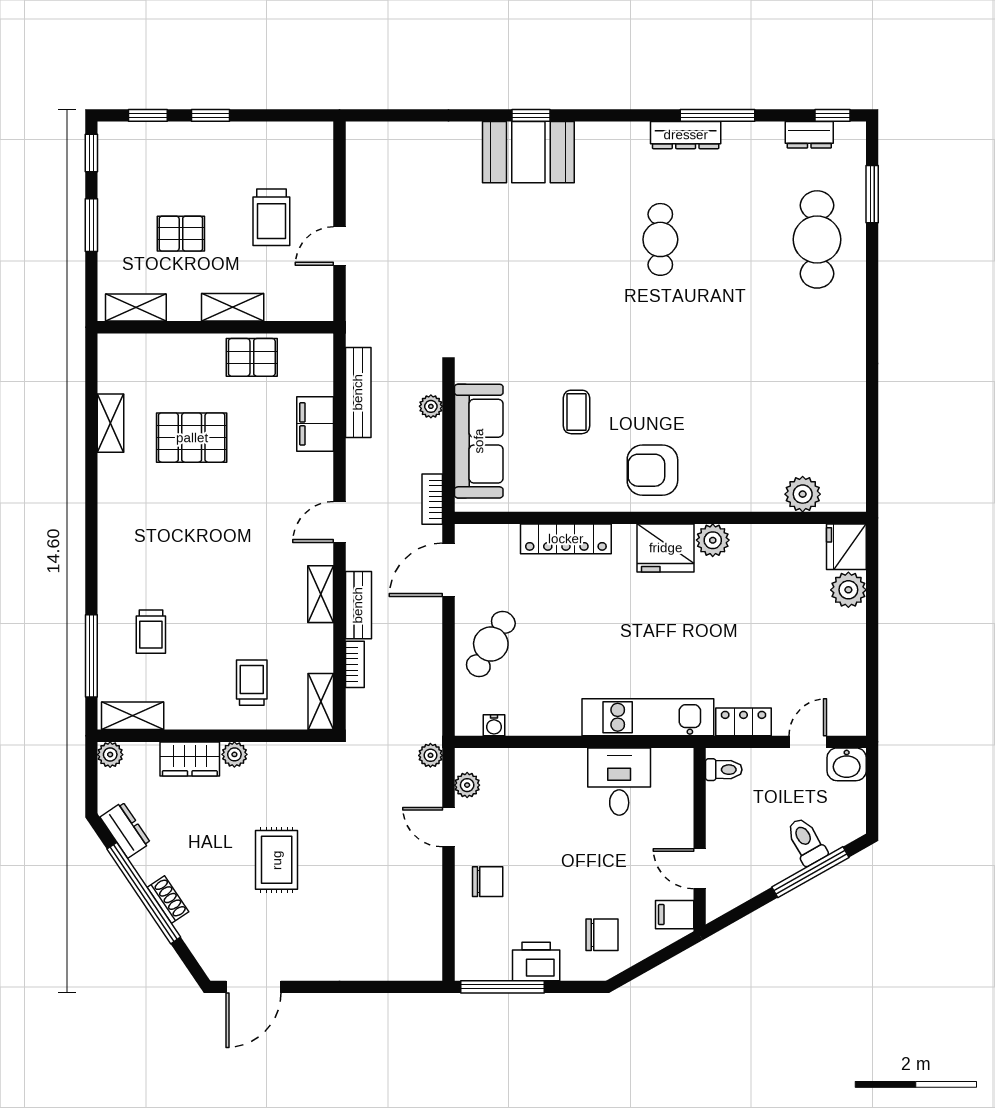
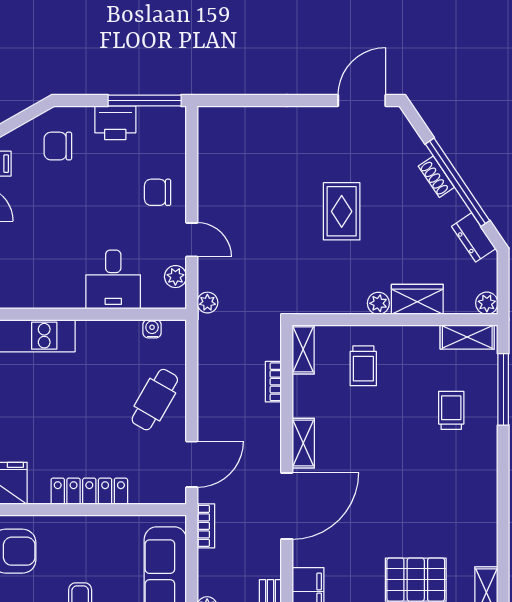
door: (340, 522) -> (287, 506), width x1.87
bench: (358, 605) -> (270, 434), removed
desk: (619, 782) -> (113, 280), moved

